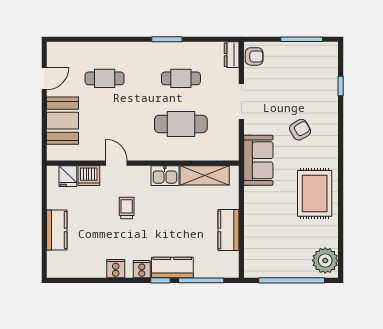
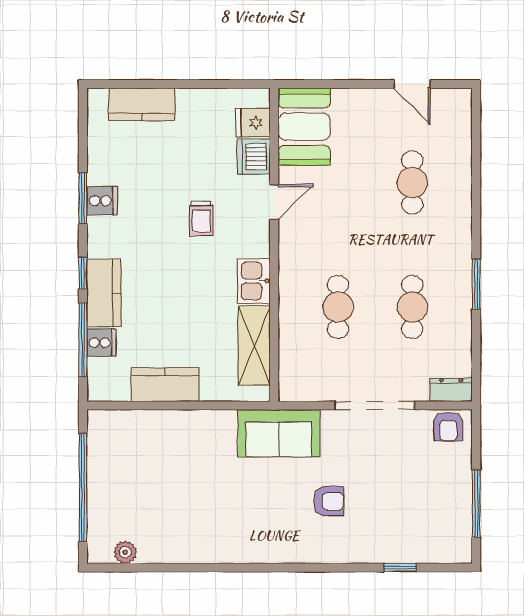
doorway: (241, 102) -> (375, 405), width x1.36
booth: (63, 121) -> (304, 127), moved, turned 90
cafe table: (181, 124) -> (338, 307), width x0.73, depth x0.74
armchair: (300, 130) -> (329, 501), turned -60
rug: (315, 193) -> (225, 525), removed
trolley: (127, 208) -> (201, 218), turned 90
kitchen counter: (57, 230) -> (142, 104), moved
plant: (325, 261) -> (125, 552), width x0.53, depth x0.53
cooker: (142, 269) -> (101, 343), moved
window: (114, 280) -> (83, 198), added

